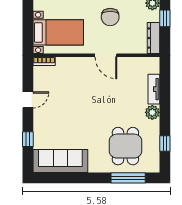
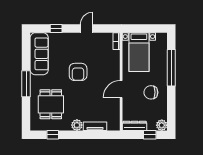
door: (28, 100) -> (87, 29), swing flipped
armchair: (84, 111) -> (78, 72), added
dining table: (125, 146) -> (51, 104), turned 90
window: (128, 178) -> (26, 84), moved

